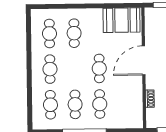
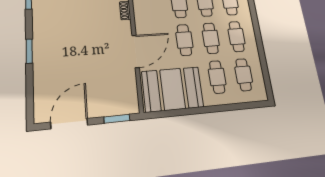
booth: (121, 20) -> (173, 89), width x1.36, depth x1.42
cafe table: (75, 69) -> (211, 38), added

